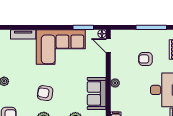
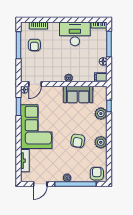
armchair: (146, 59) -> (34, 45), moved

